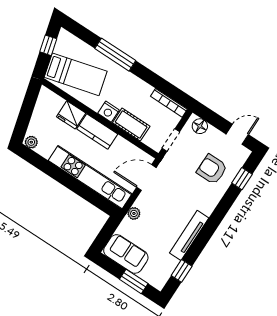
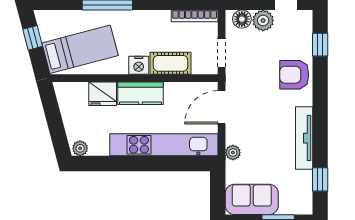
plant: (214, 137) -> (263, 20), added
armchair: (212, 169) -> (294, 75), moved

